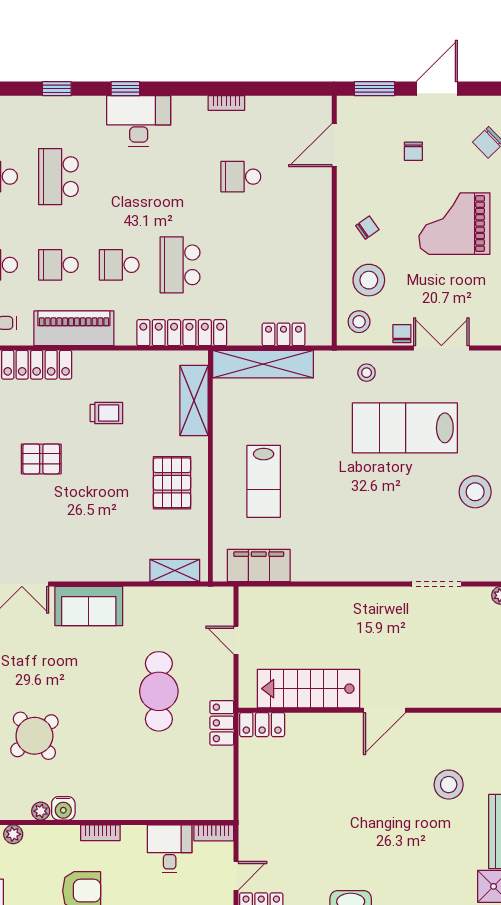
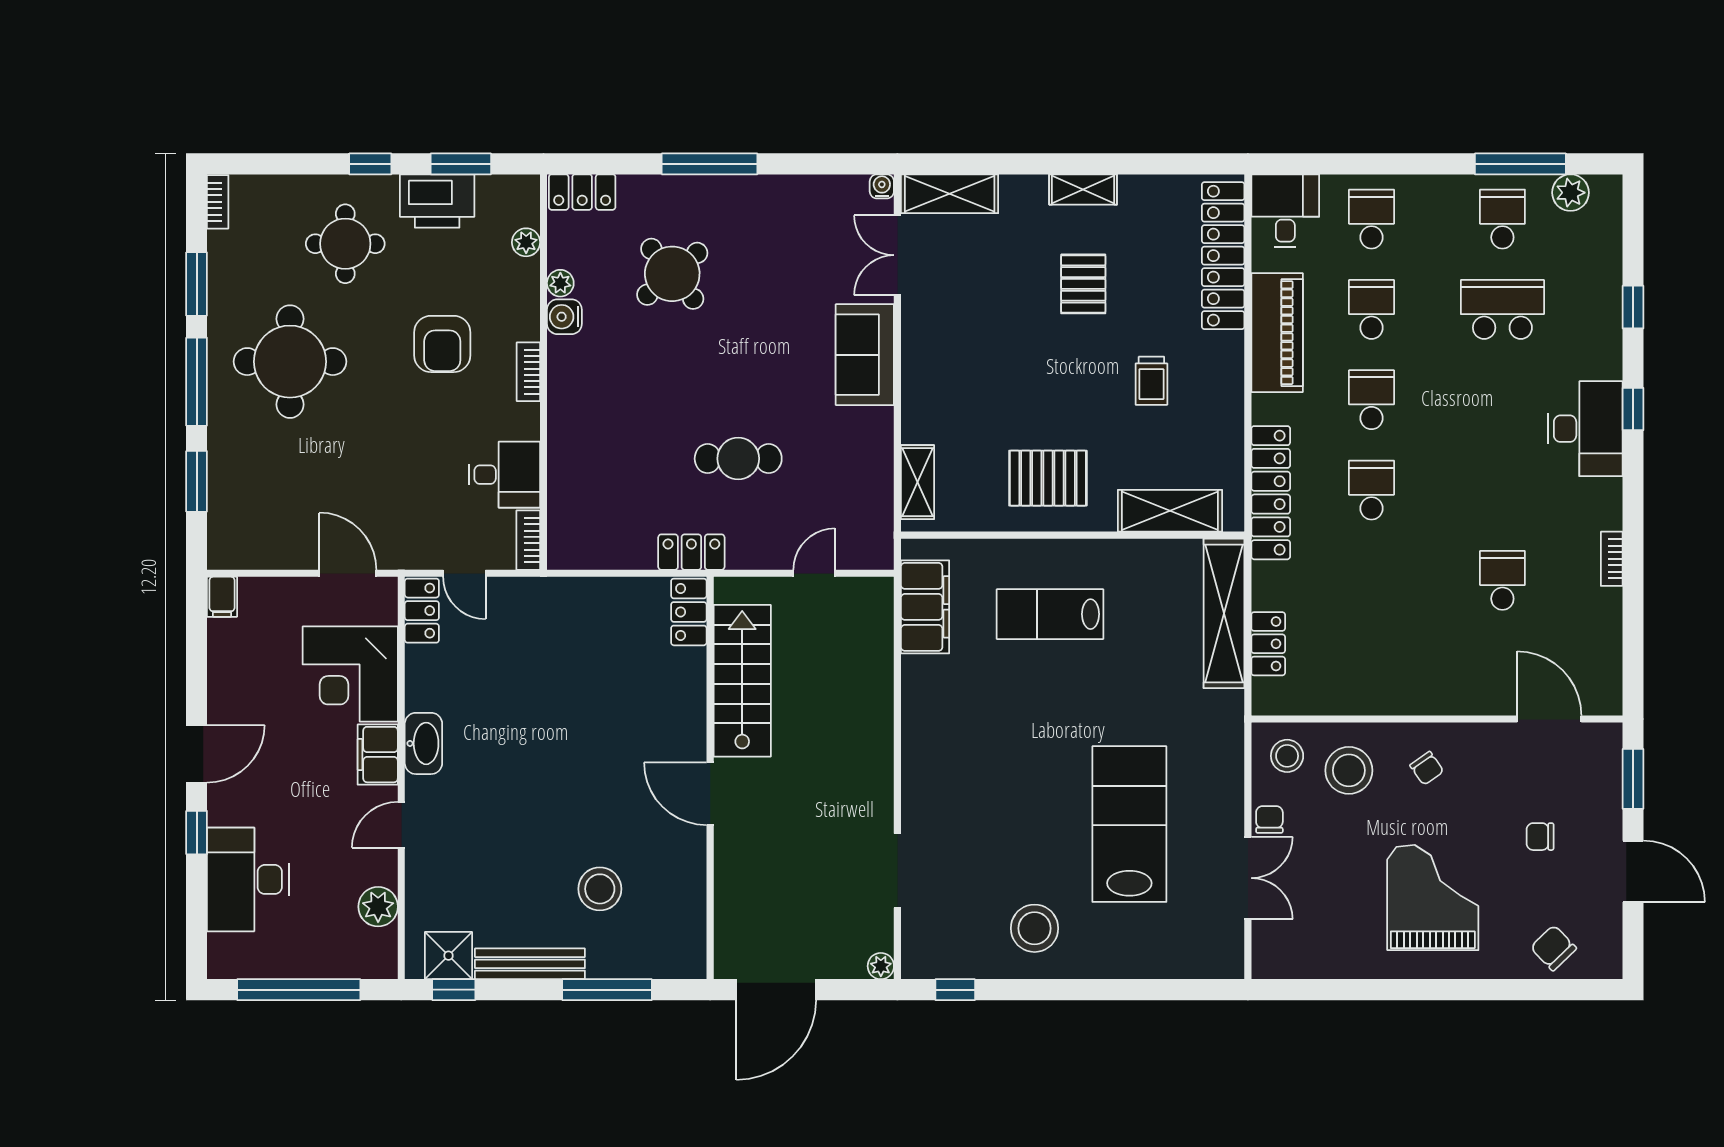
school desk: (180, 265) -> (1371, 490), width x0.54
chair: (402, 334) -> (1269, 820), turned -90
stool: (367, 373) -> (1211, 767), removed
cafe table: (159, 691) -> (738, 459), width x0.73, depth x0.74

